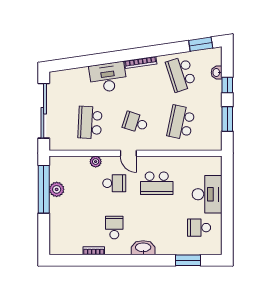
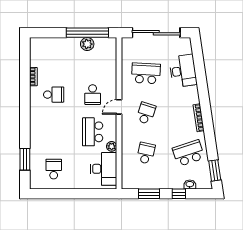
desk: (108, 77) -> (183, 71), moved
school desk: (181, 123) -> (146, 153), width x0.54
plant: (96, 162) -> (112, 146), moved
desk: (207, 194) -> (104, 169), moved, turned -90
washbasin: (143, 248) -> (36, 120), removed

